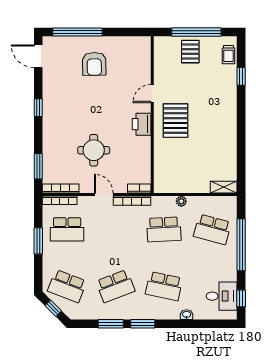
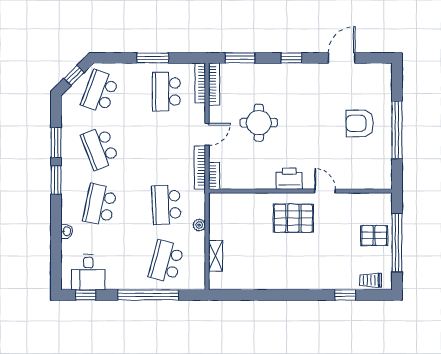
window: (78, 32) -> (397, 130), moved
door: (38, 56) -> (342, 58), moved
window: (38, 108) -> (291, 58), moved
shelving: (224, 187) -> (216, 256), moved

